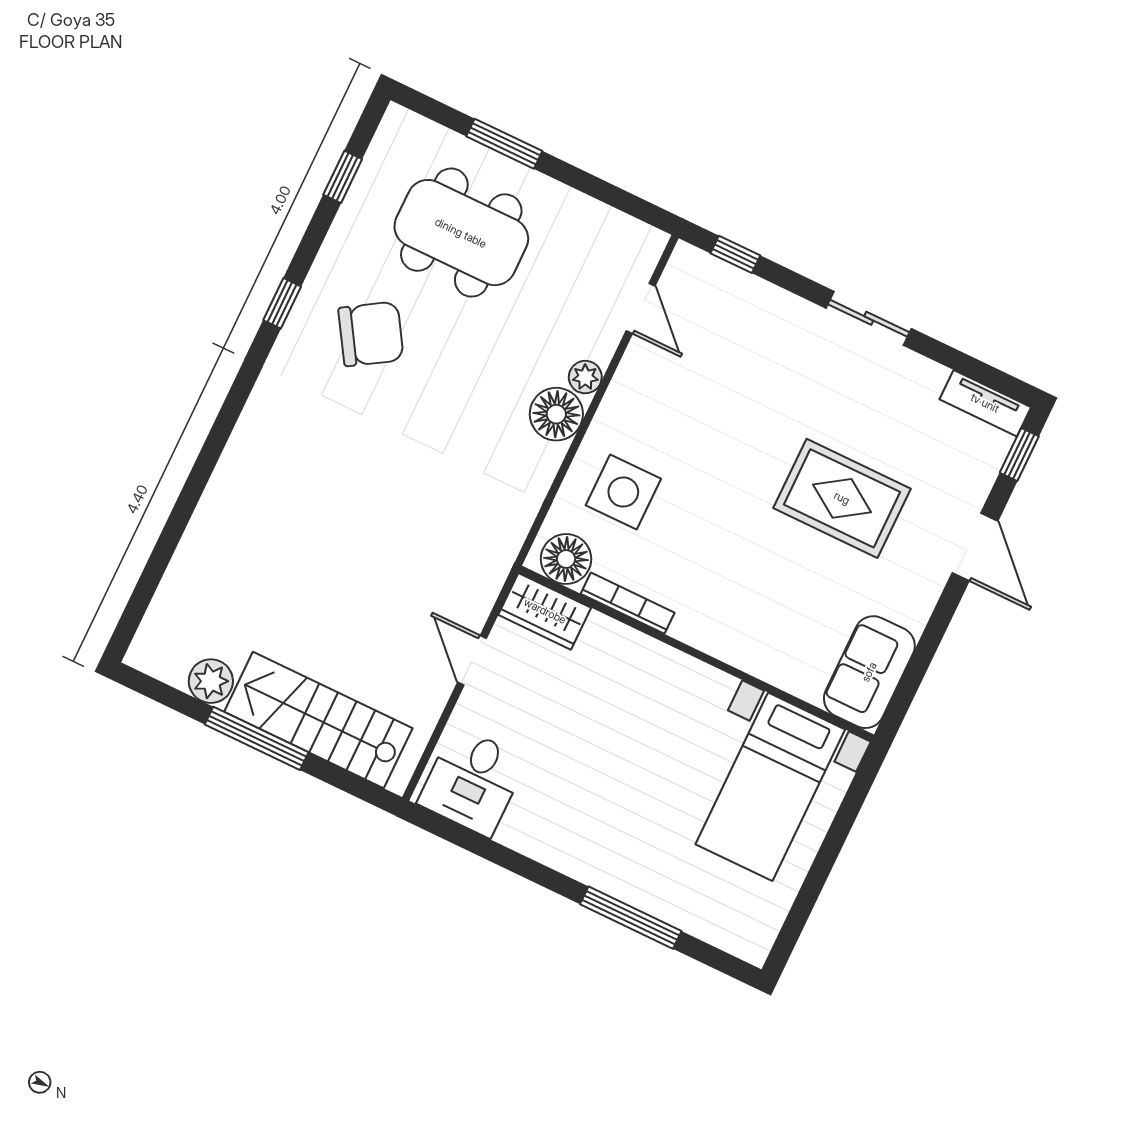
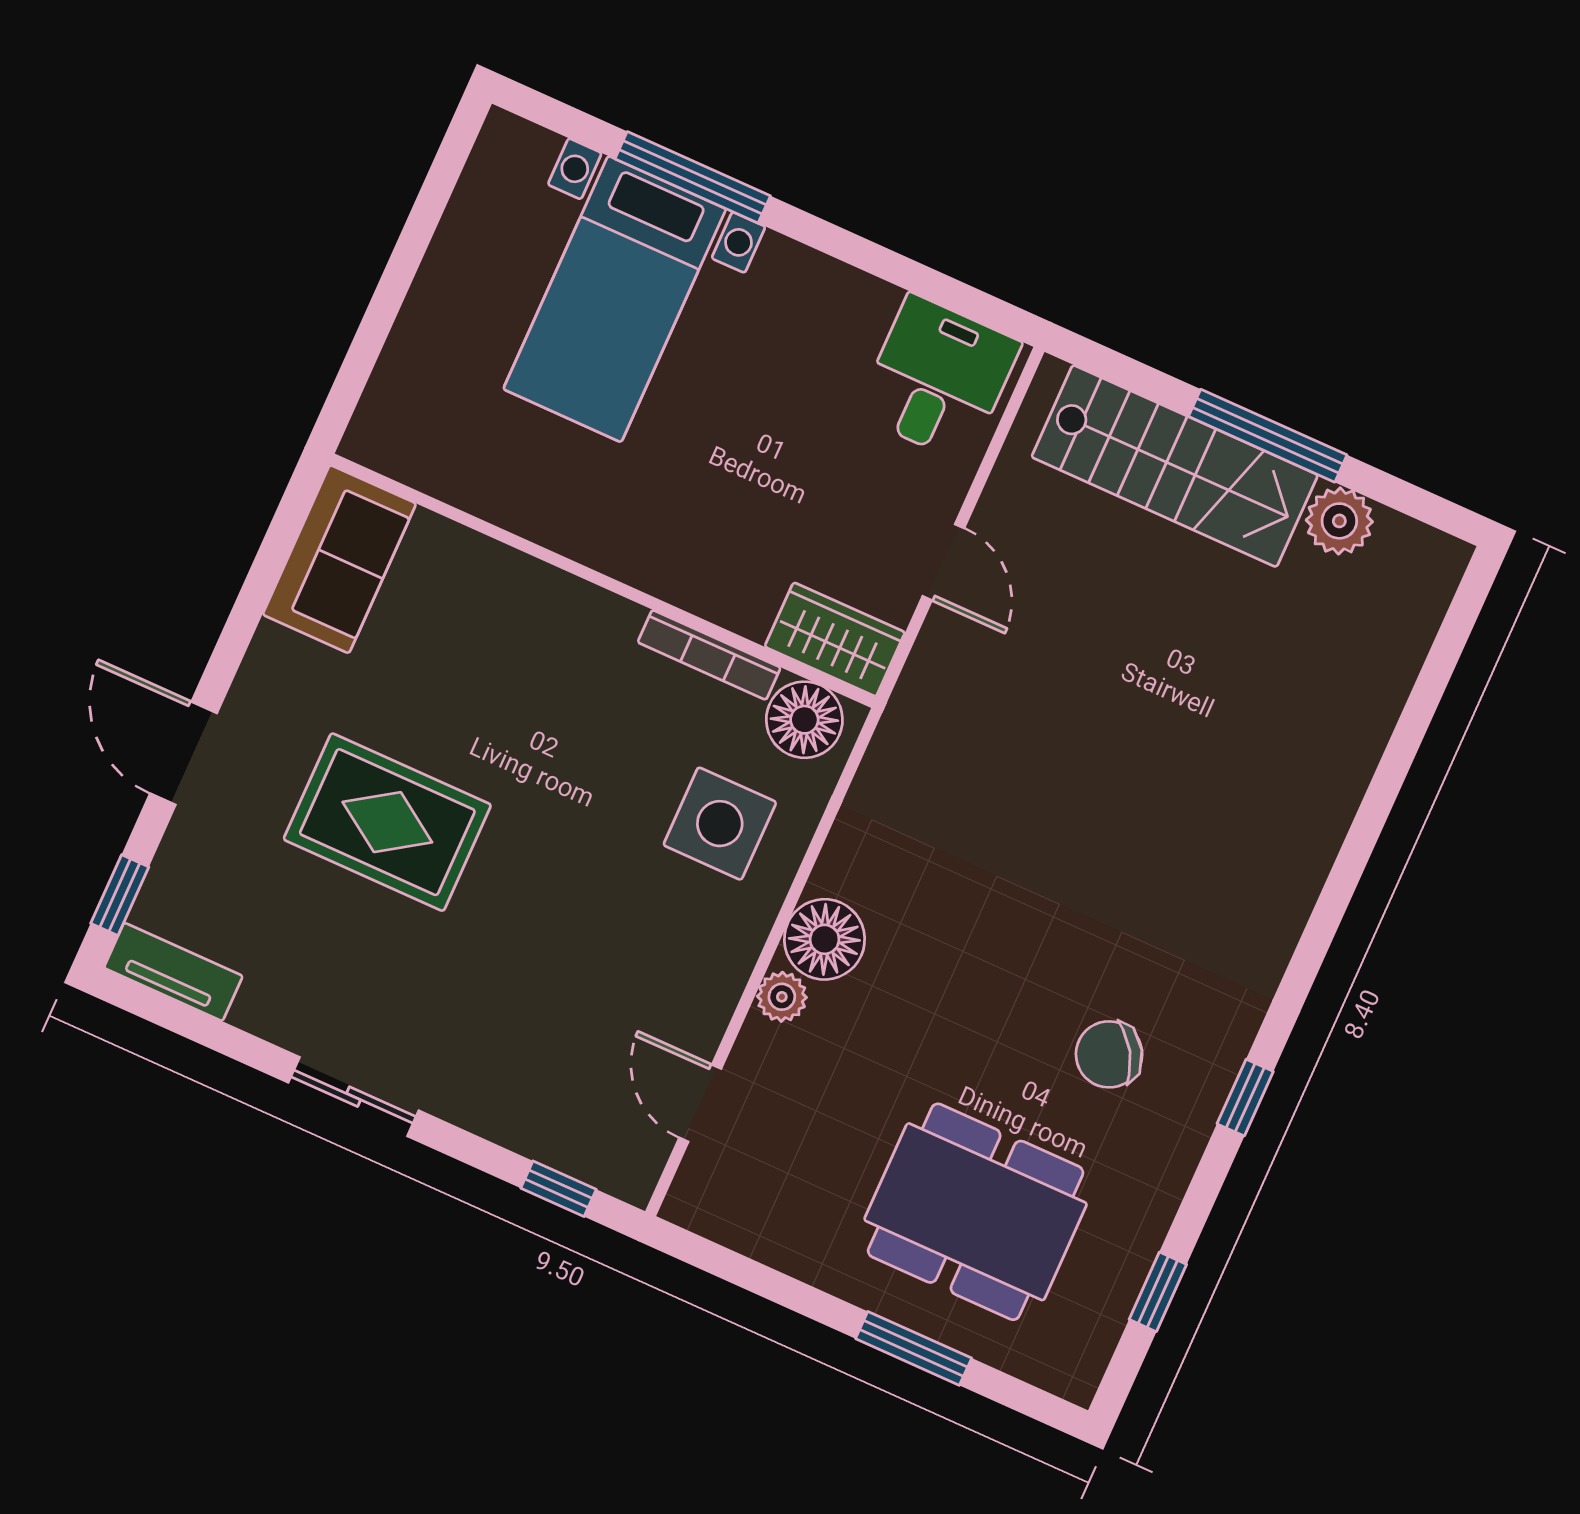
chair: (371, 334) -> (1109, 1054), width x0.73, depth x0.73
bed with nightstands: (770, 787) -> (615, 299), moved, turned 180

